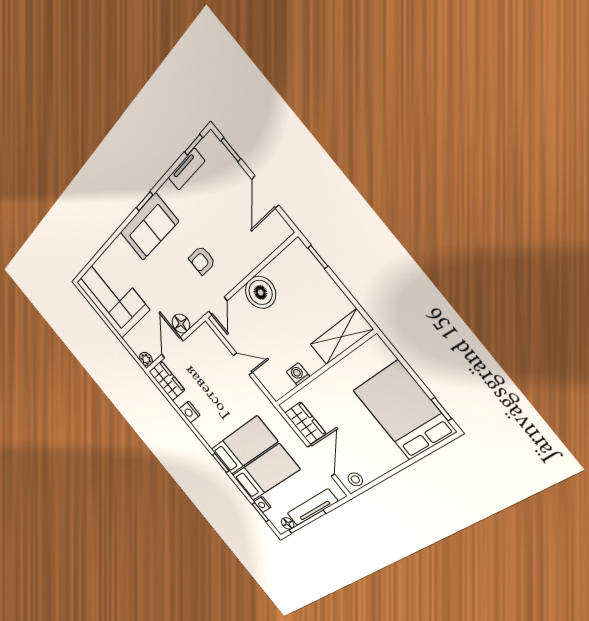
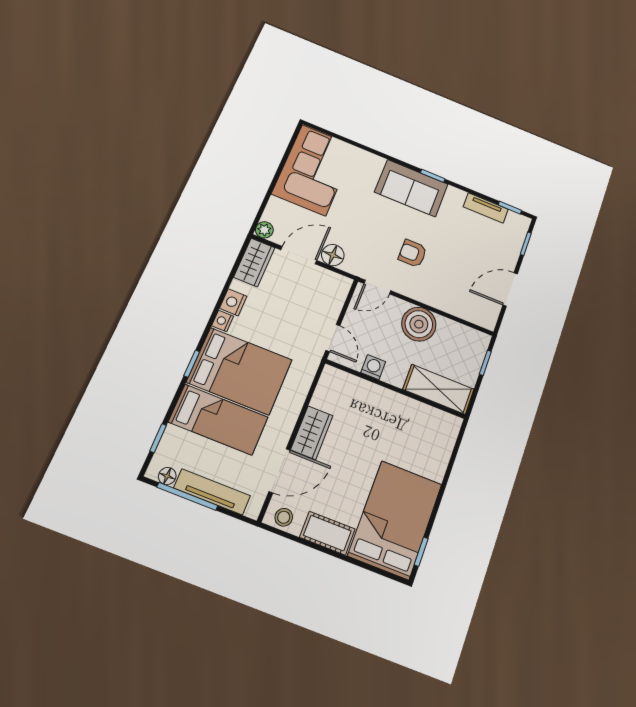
shelving: (341, 337) -> (439, 389), moved
wall: (324, 369) -> (396, 389), moved
washing machine: (298, 374) -> (373, 367), moved
bed: (244, 445) -> (239, 371), width x1.50
cot: (384, 461) -> (327, 533), added
nightstand: (262, 504) -> (223, 321), moved

